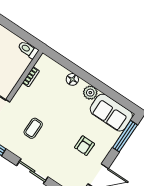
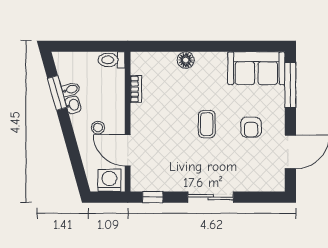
plant: (90, 93) -> (217, 61), removed
coffee table: (33, 128) -> (207, 124), moved

